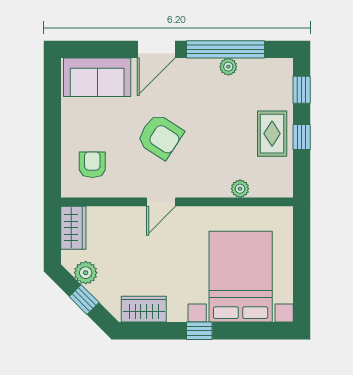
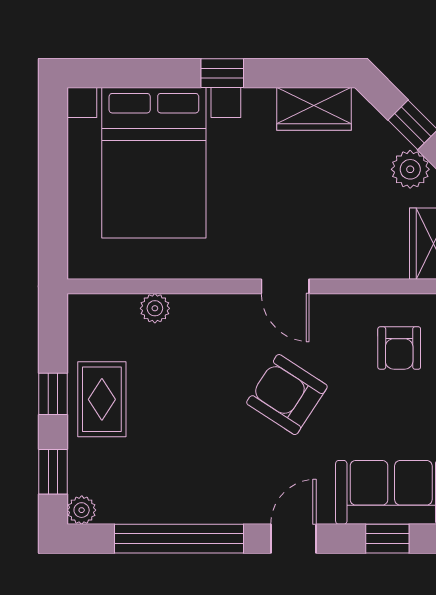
window: (99, 49) -> (387, 539), added
door: (156, 49) -> (293, 539), width x0.73
plant: (228, 67) -> (82, 510), moved
door: (161, 202) -> (285, 286), swing flipped

